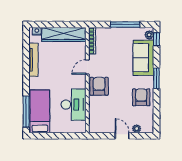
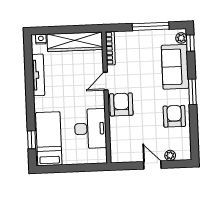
window: (26, 112) -> (32, 140), width x0.46

